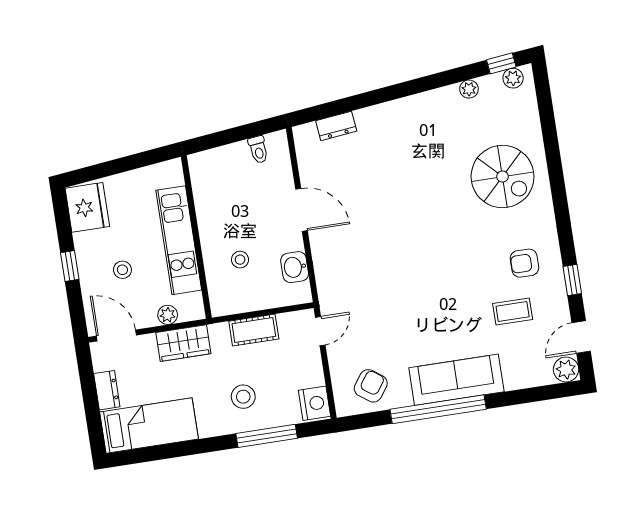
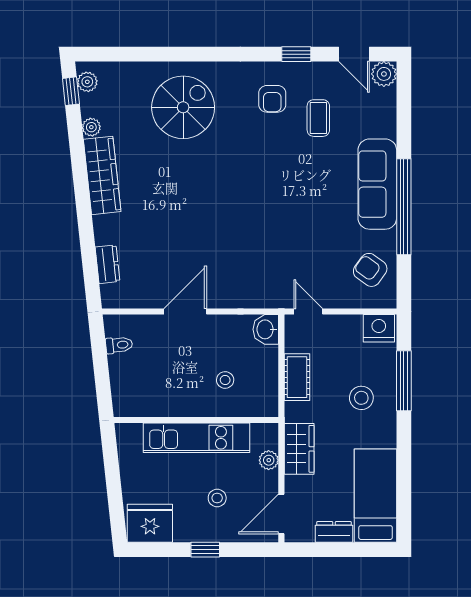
wardrobe: (423, 107) -> (102, 175), added
washbasin: (295, 267) -> (266, 329), moved, turned 90

